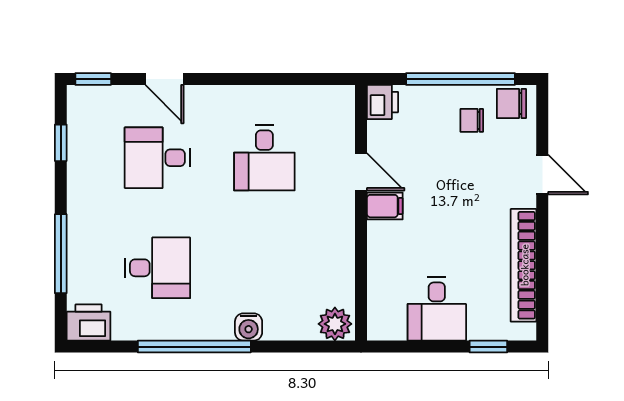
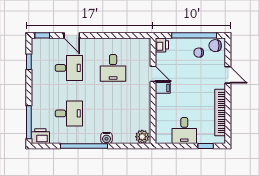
desk: (157, 158) -> (69, 68), turned 180
window: (61, 254) -> (29, 122), moved

